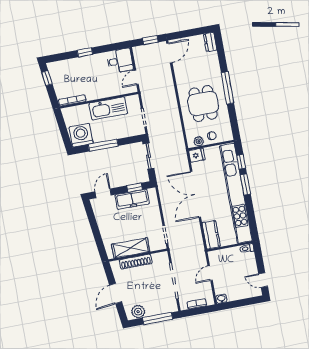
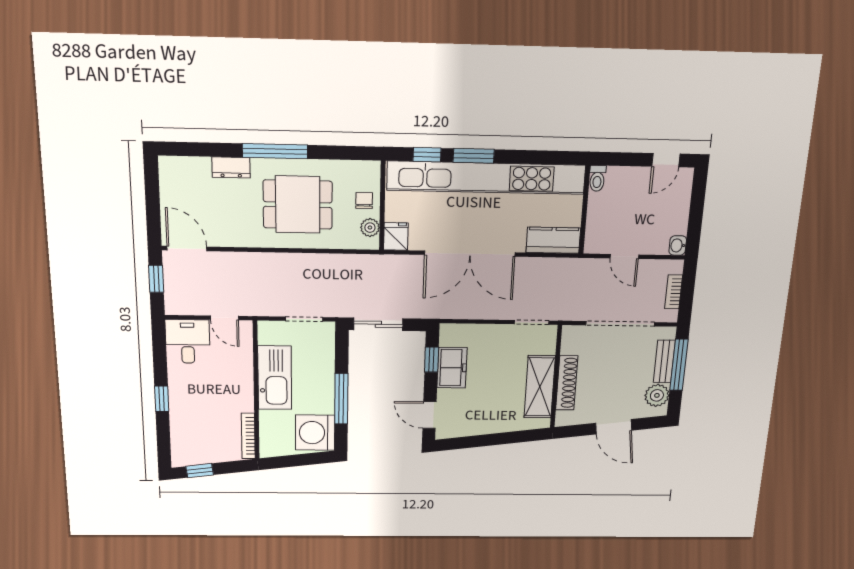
dresser: (210, 42) -> (231, 168), moved
freezer: (132, 199) -> (452, 368), width x0.71
bench: (158, 310) -> (664, 361), added

